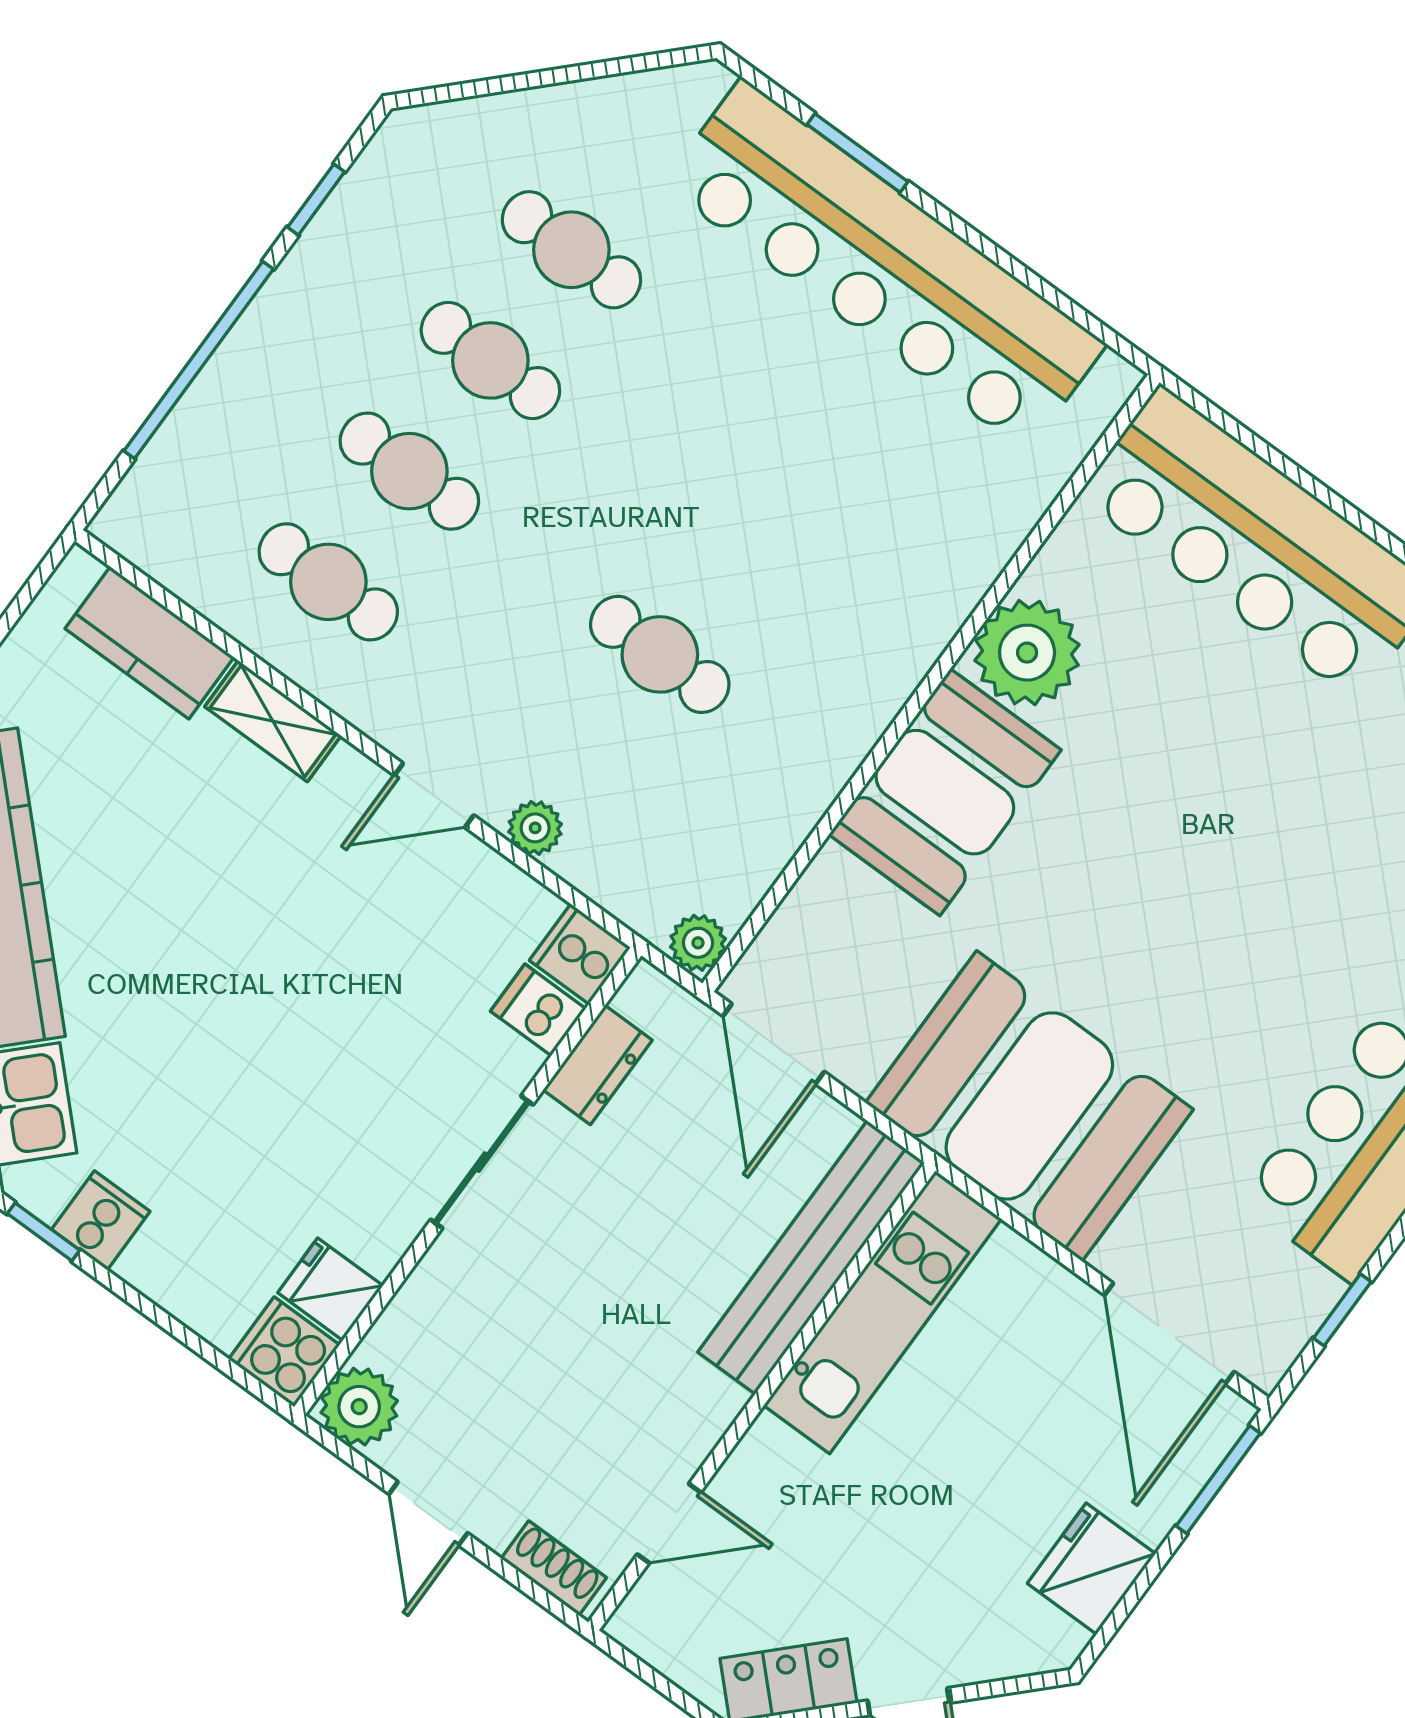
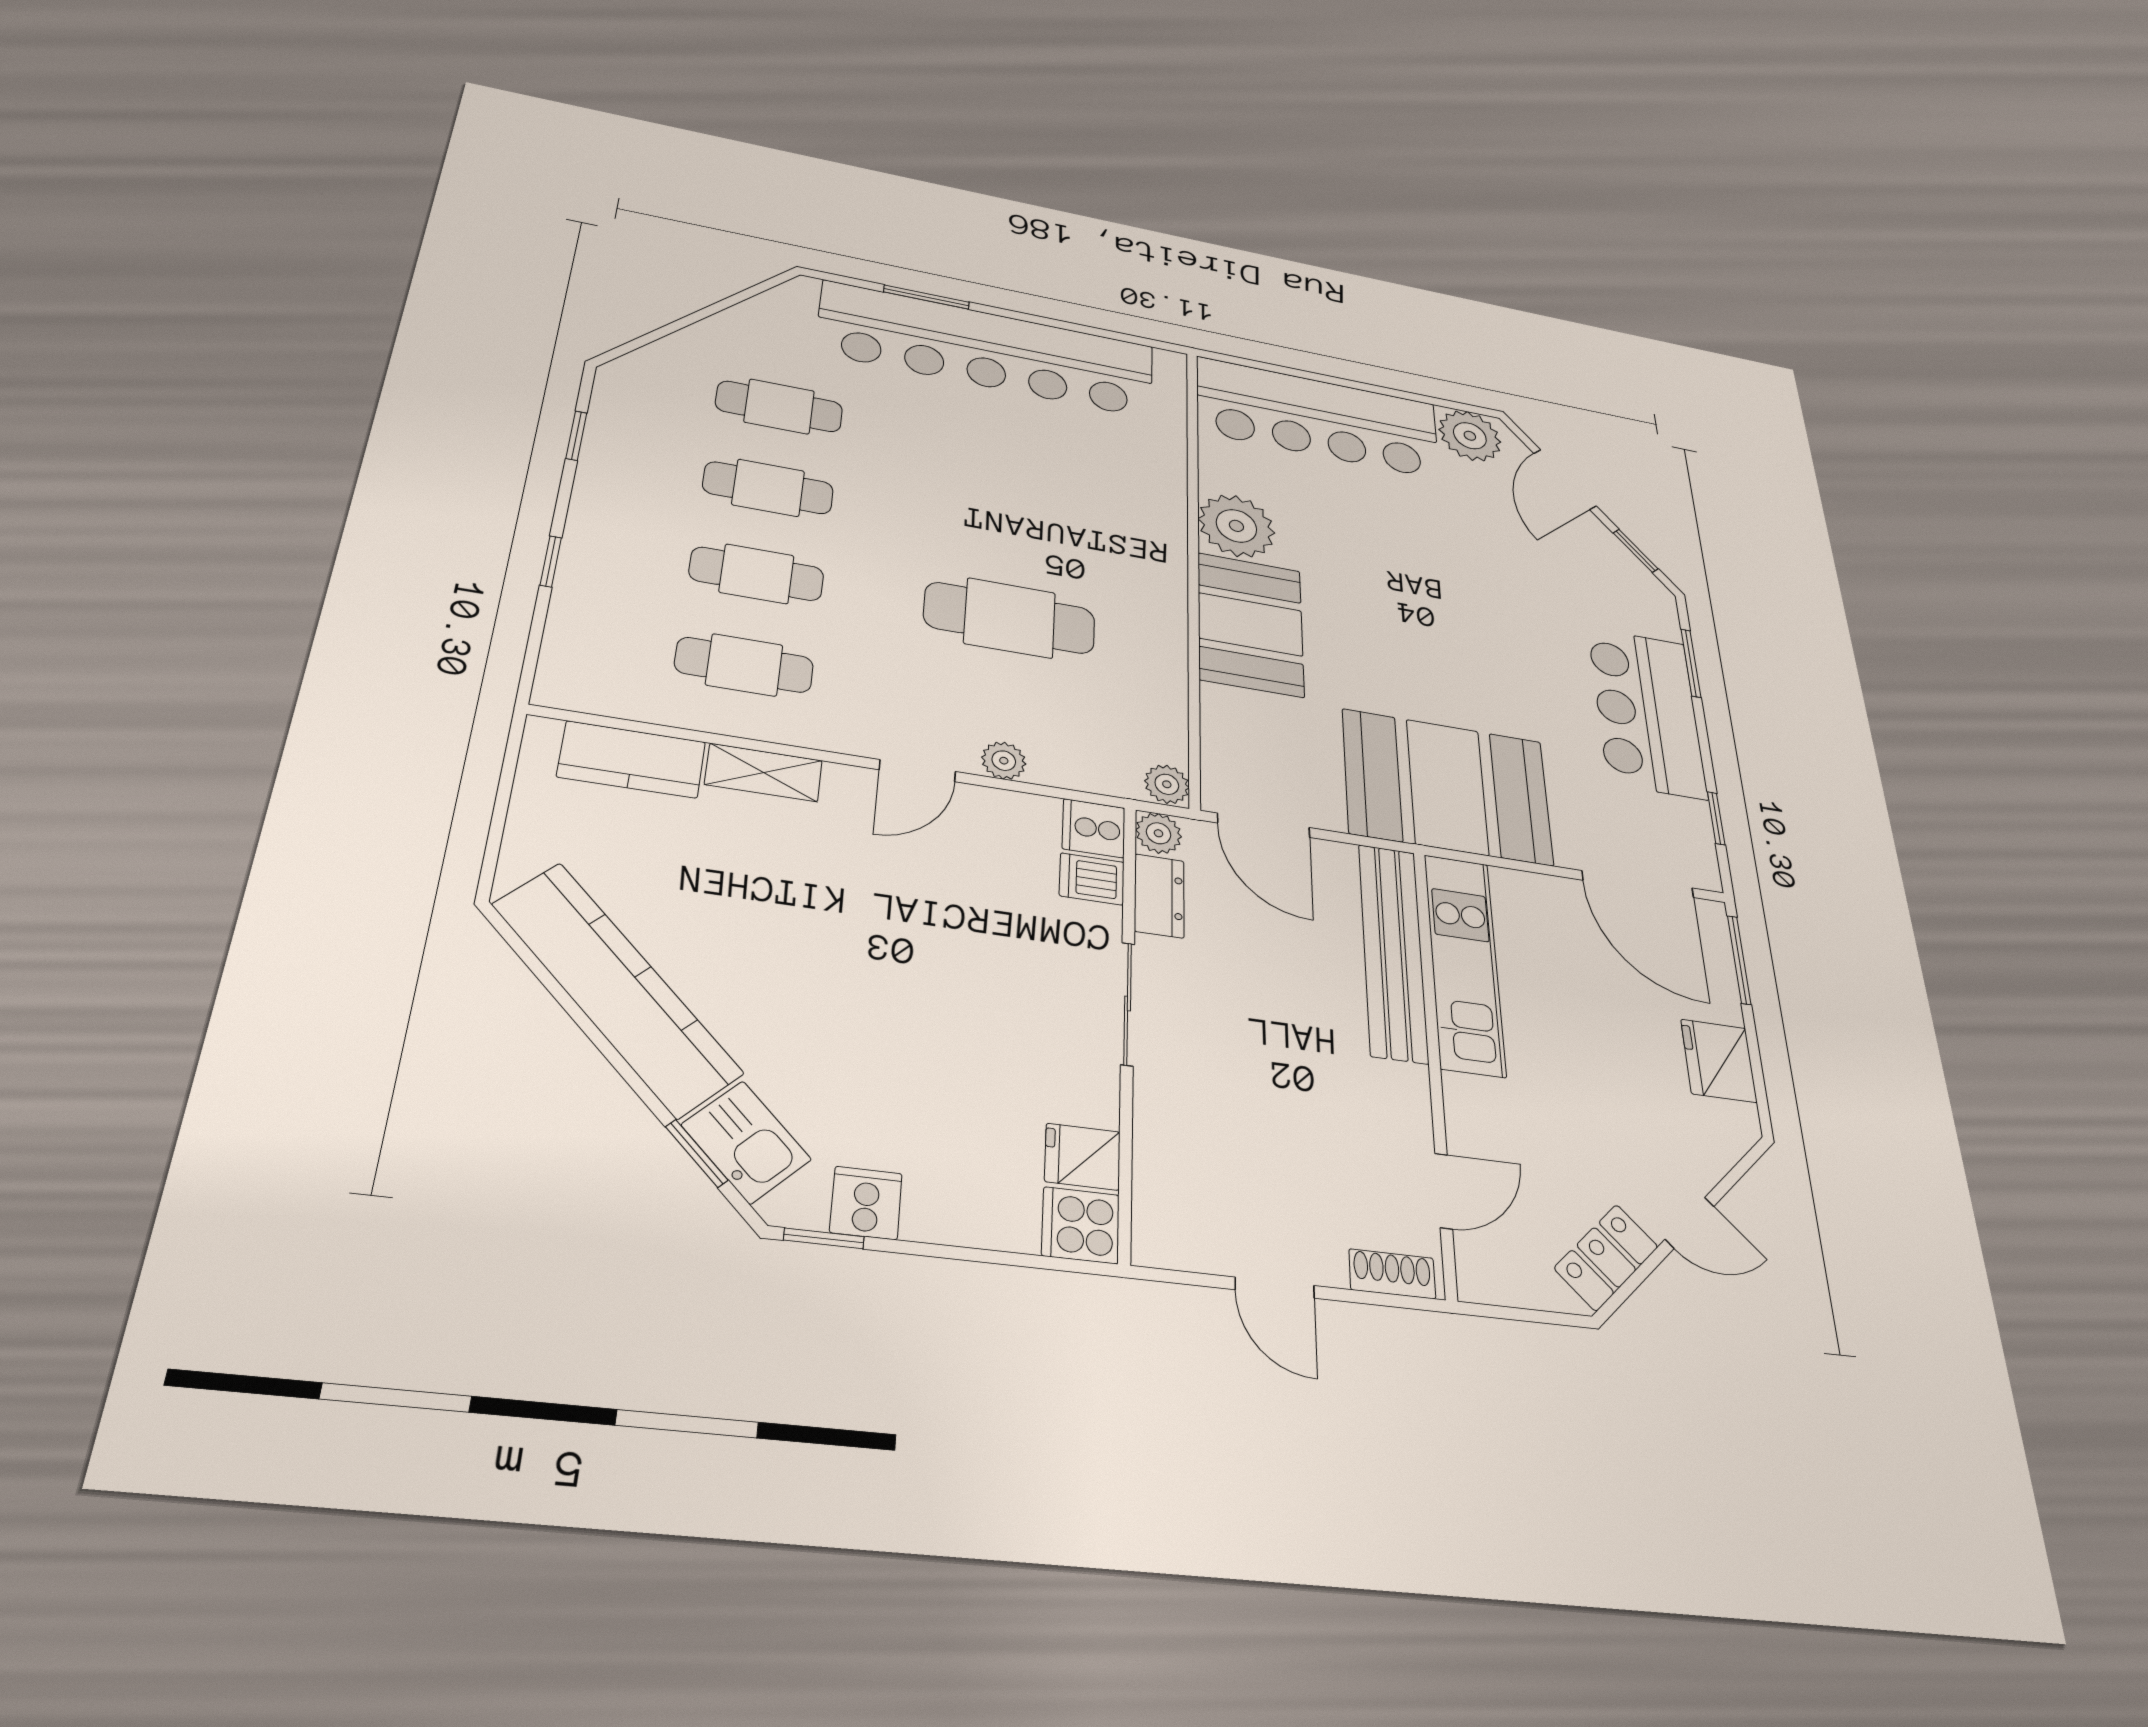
window: (199, 360) -> (551, 562), width x0.32
cafe table: (660, 654) -> (1010, 618), width x1.37, depth x1.35
plant: (359, 1407) -> (1159, 833), moved, width x0.73, depth x0.73

